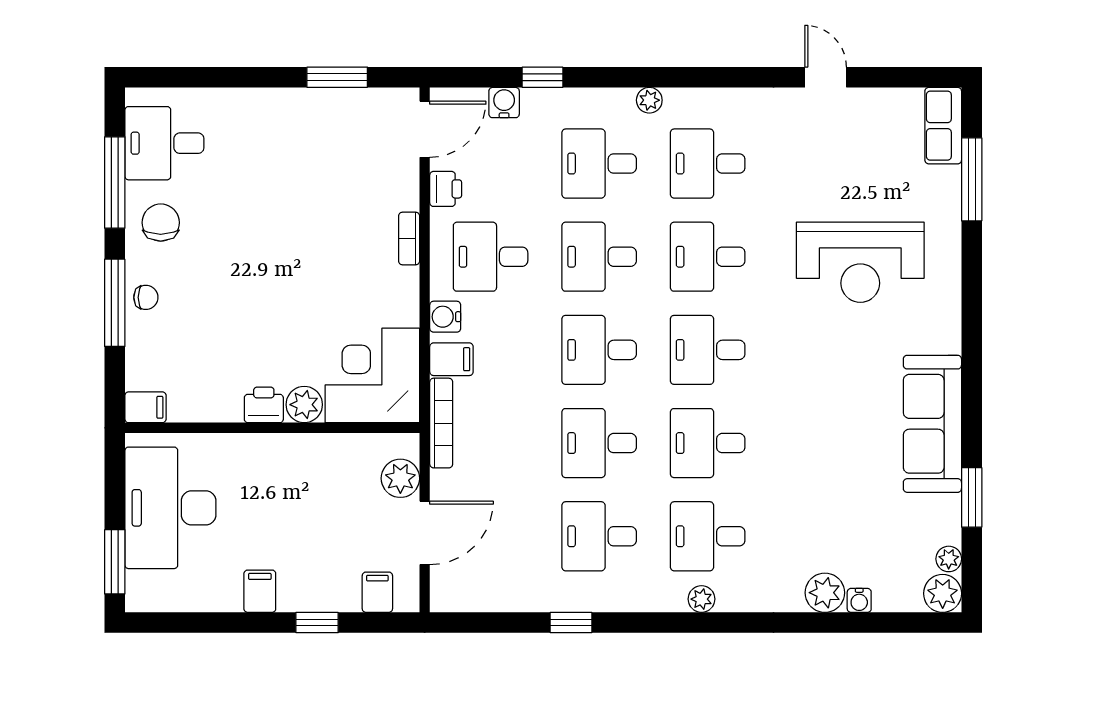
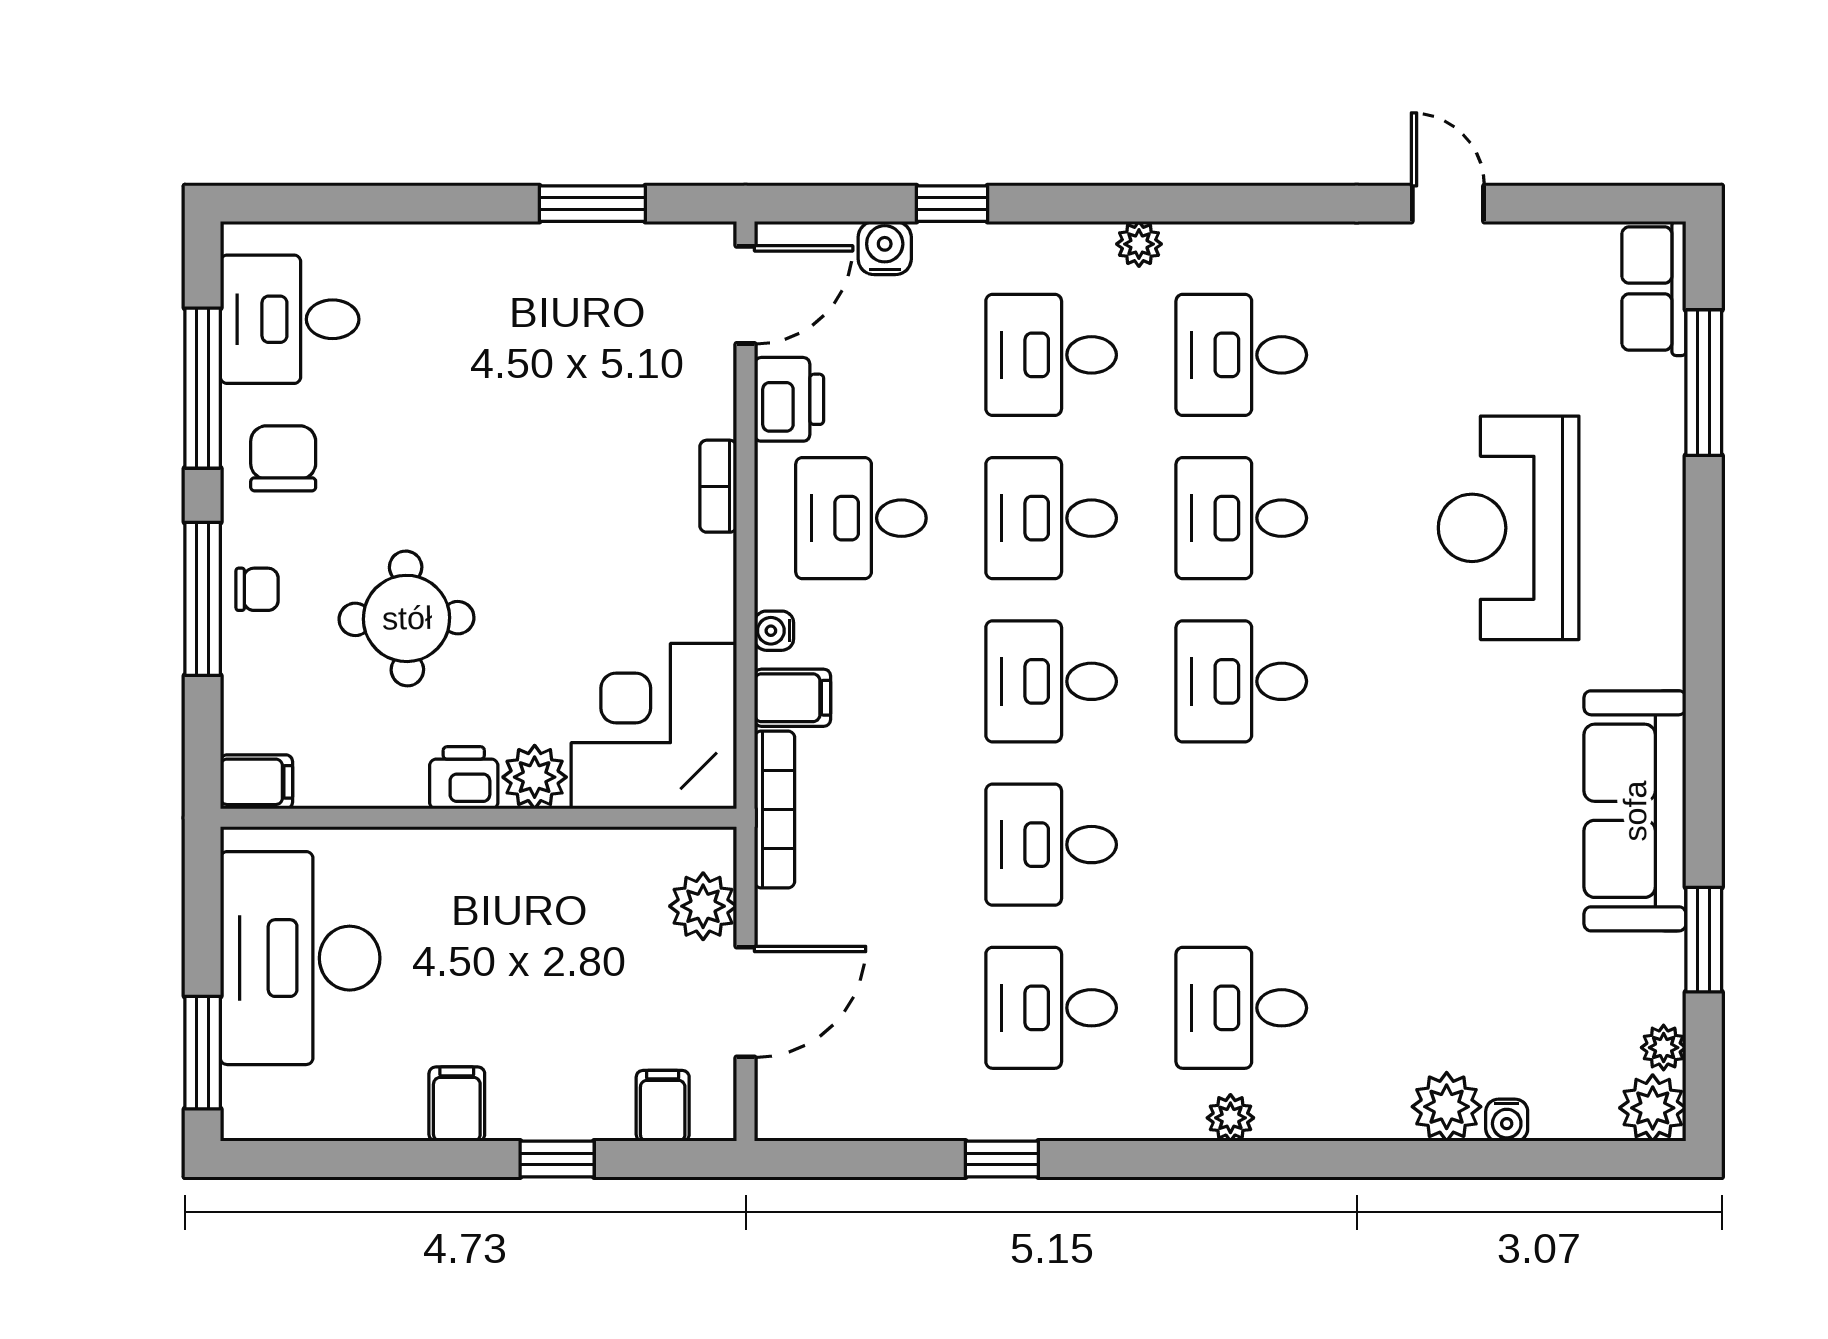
printer: (446, 189) -> (789, 399), width x1.36, depth x1.24
reception desk: (860, 262) -> (1509, 528), turned 90
round table: (231, 314) -> (407, 618), added
water cooler: (445, 317) -> (774, 631), width x0.72, depth x0.72
desk: (708, 443) -> (1241, 845), removed

